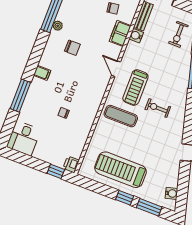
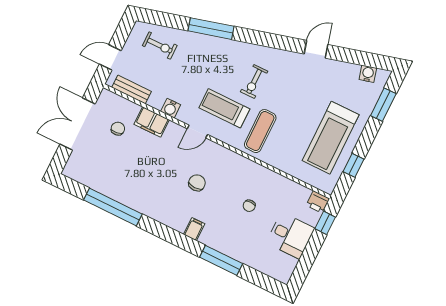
plant: (58, 26) -> (134, 203), removed
water cooler: (136, 36) -> (171, 108), moved
chair: (72, 48) -> (197, 183), moved
treadmill: (135, 88) -> (224, 108), turned 180
desk: (24, 138) -> (290, 236), moved
window: (125, 198) -> (353, 165), moved

